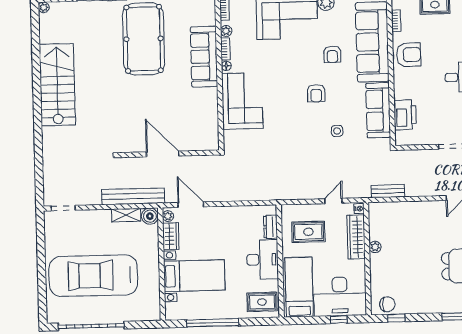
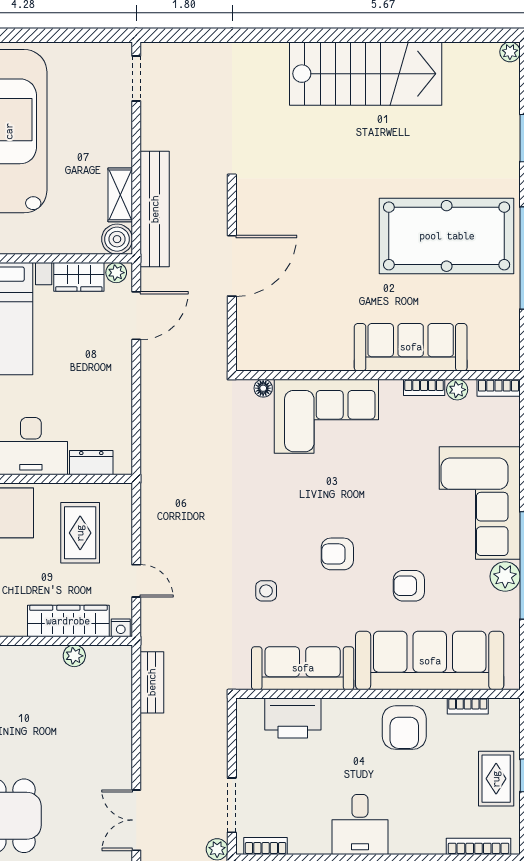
floor lamp: (226, 66) -> (263, 388), moved
plant: (375, 247) -> (74, 656), moved

